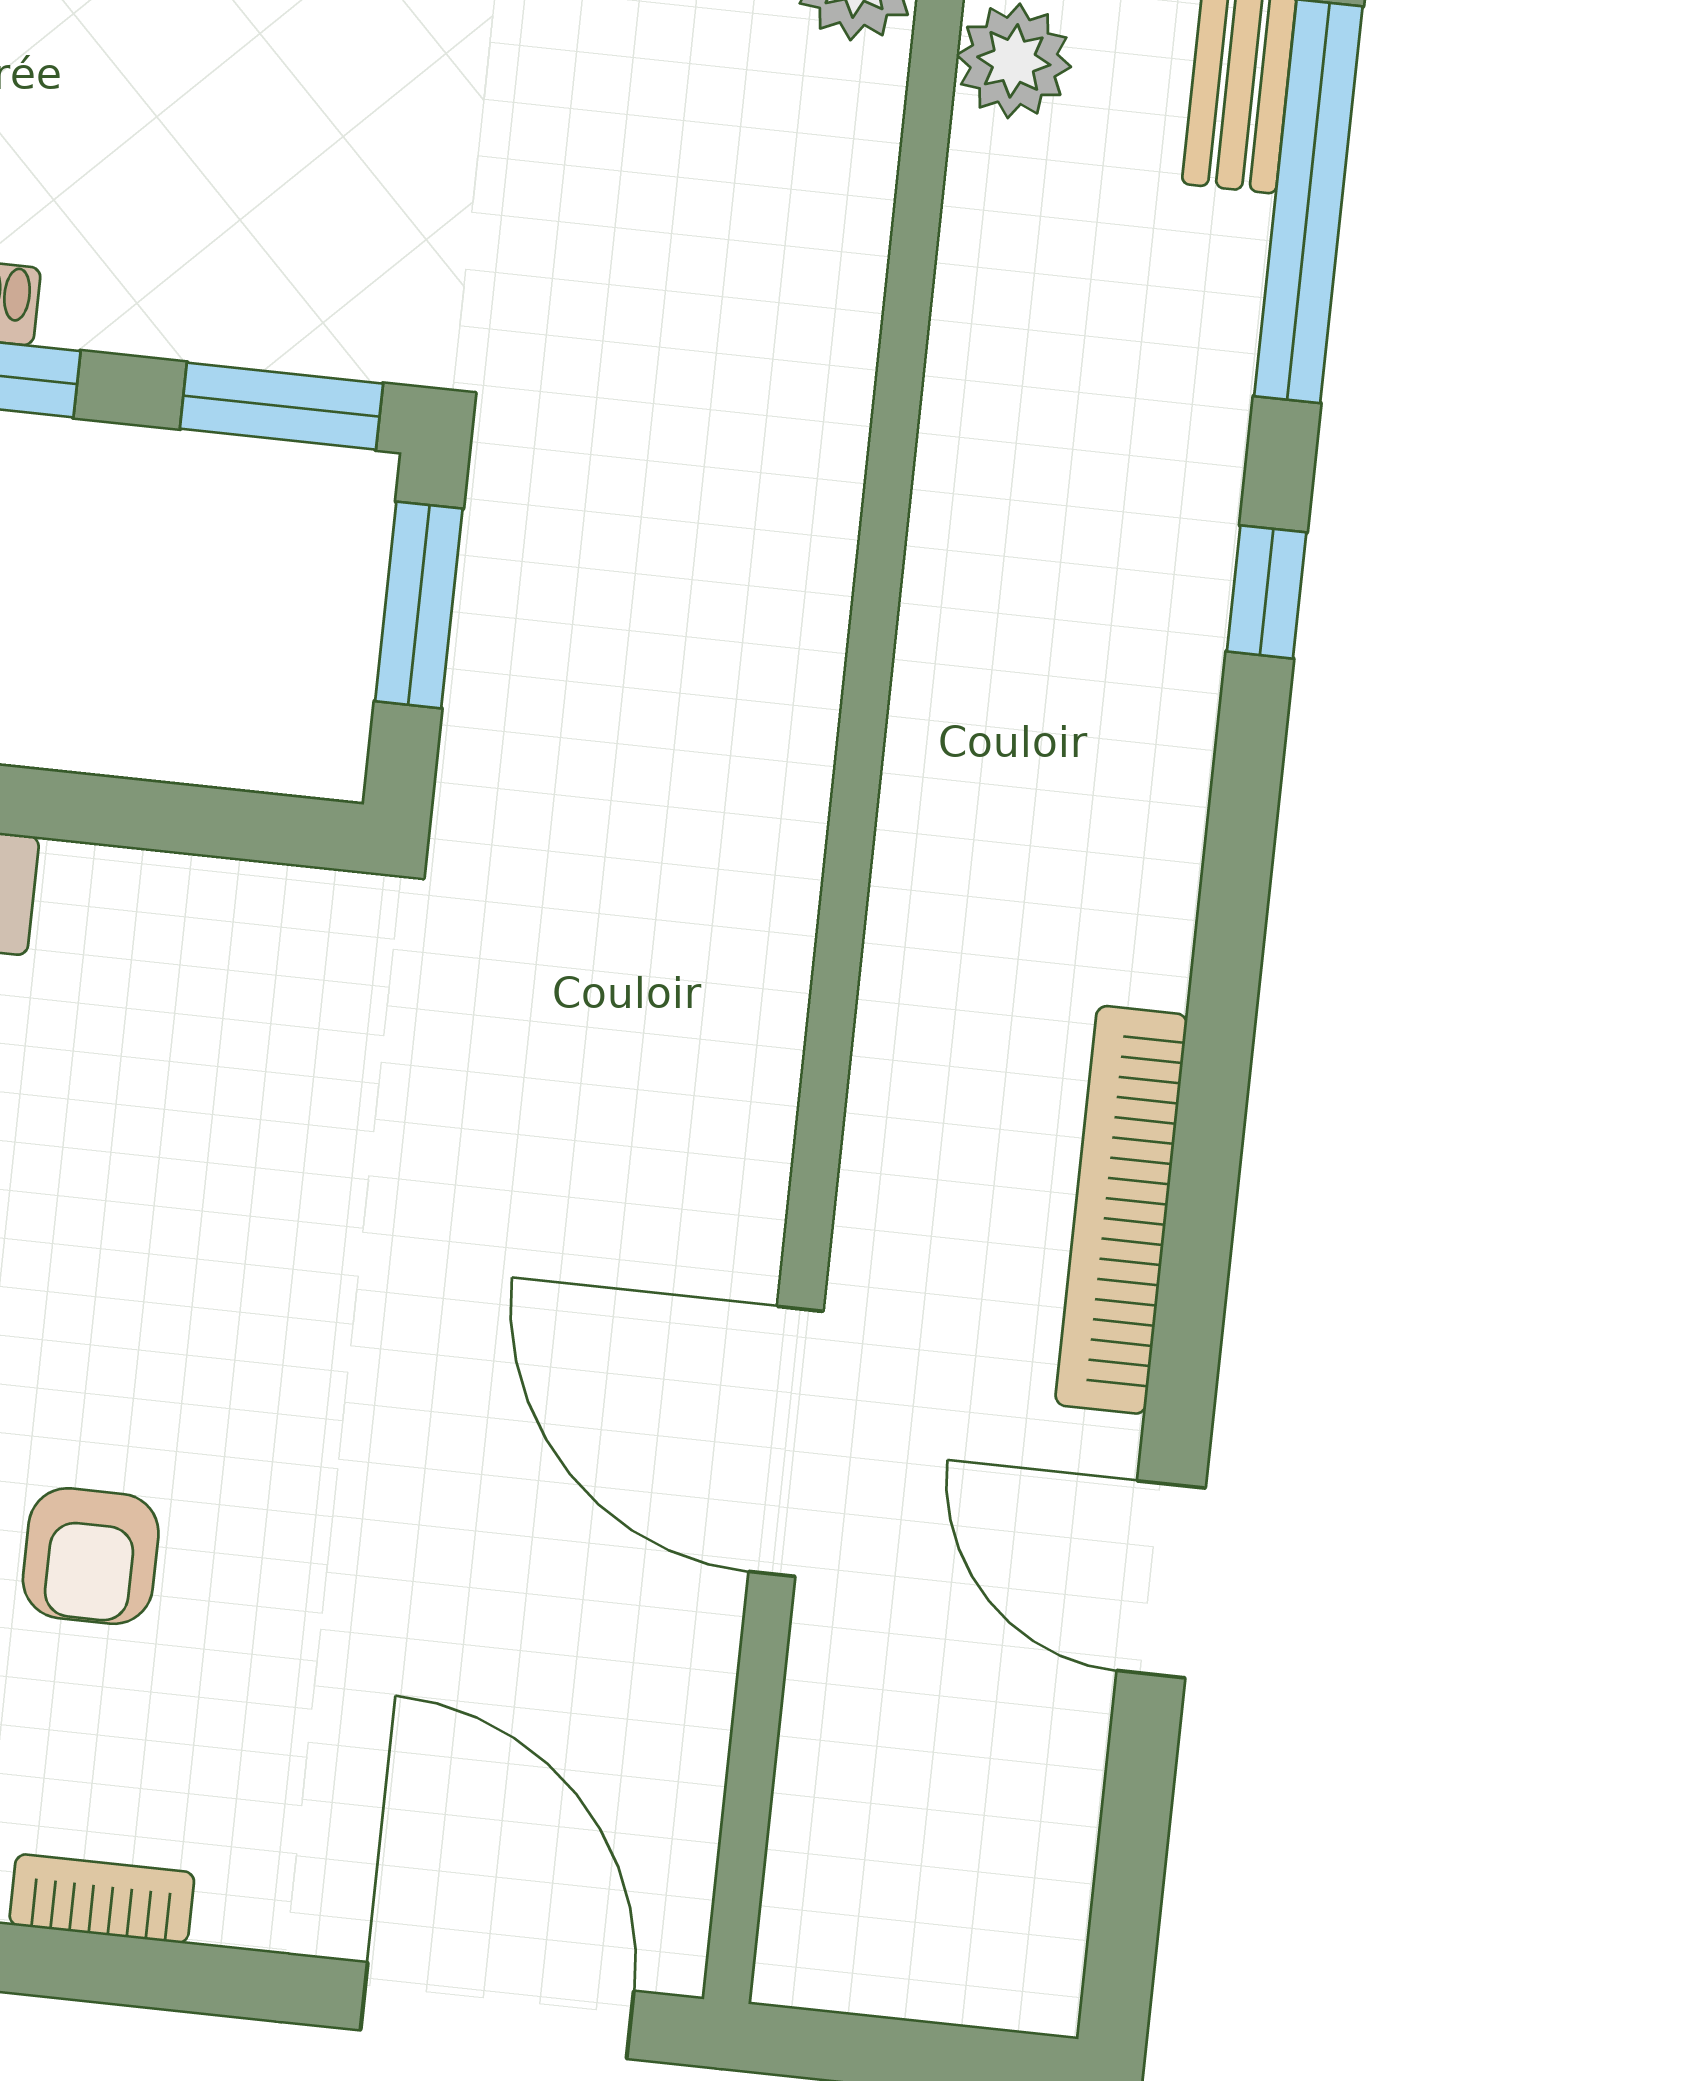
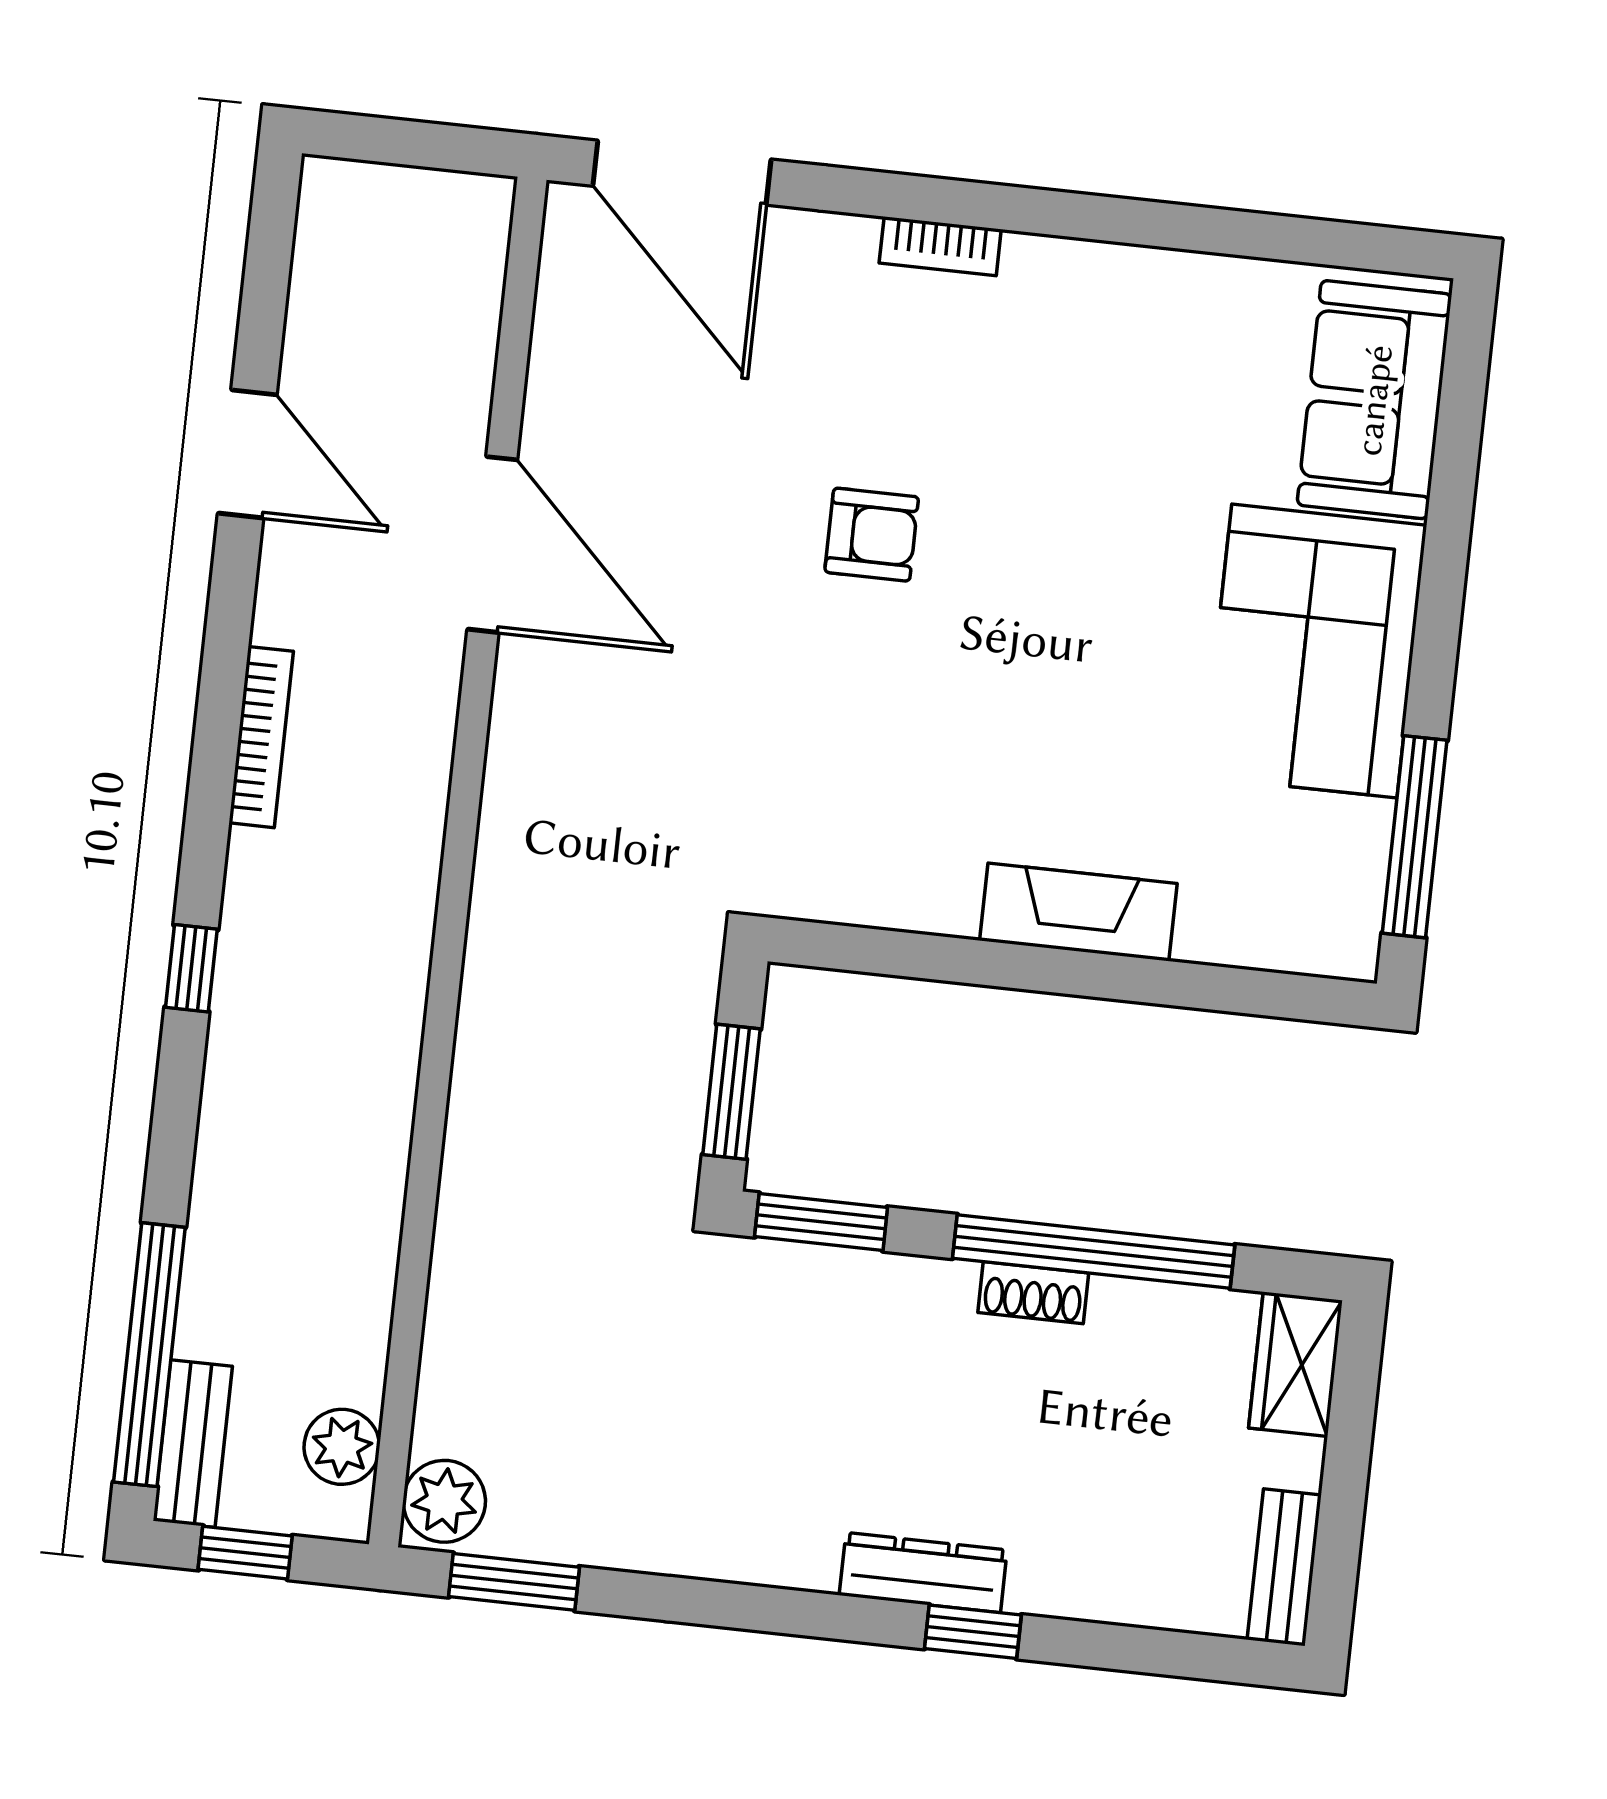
window: (1267, 592) -> (191, 968), moved
bookcase: (1121, 1210) -> (261, 737), width x0.68, depth x0.76
armchair: (91, 1556) -> (872, 535), moved, turned 90

